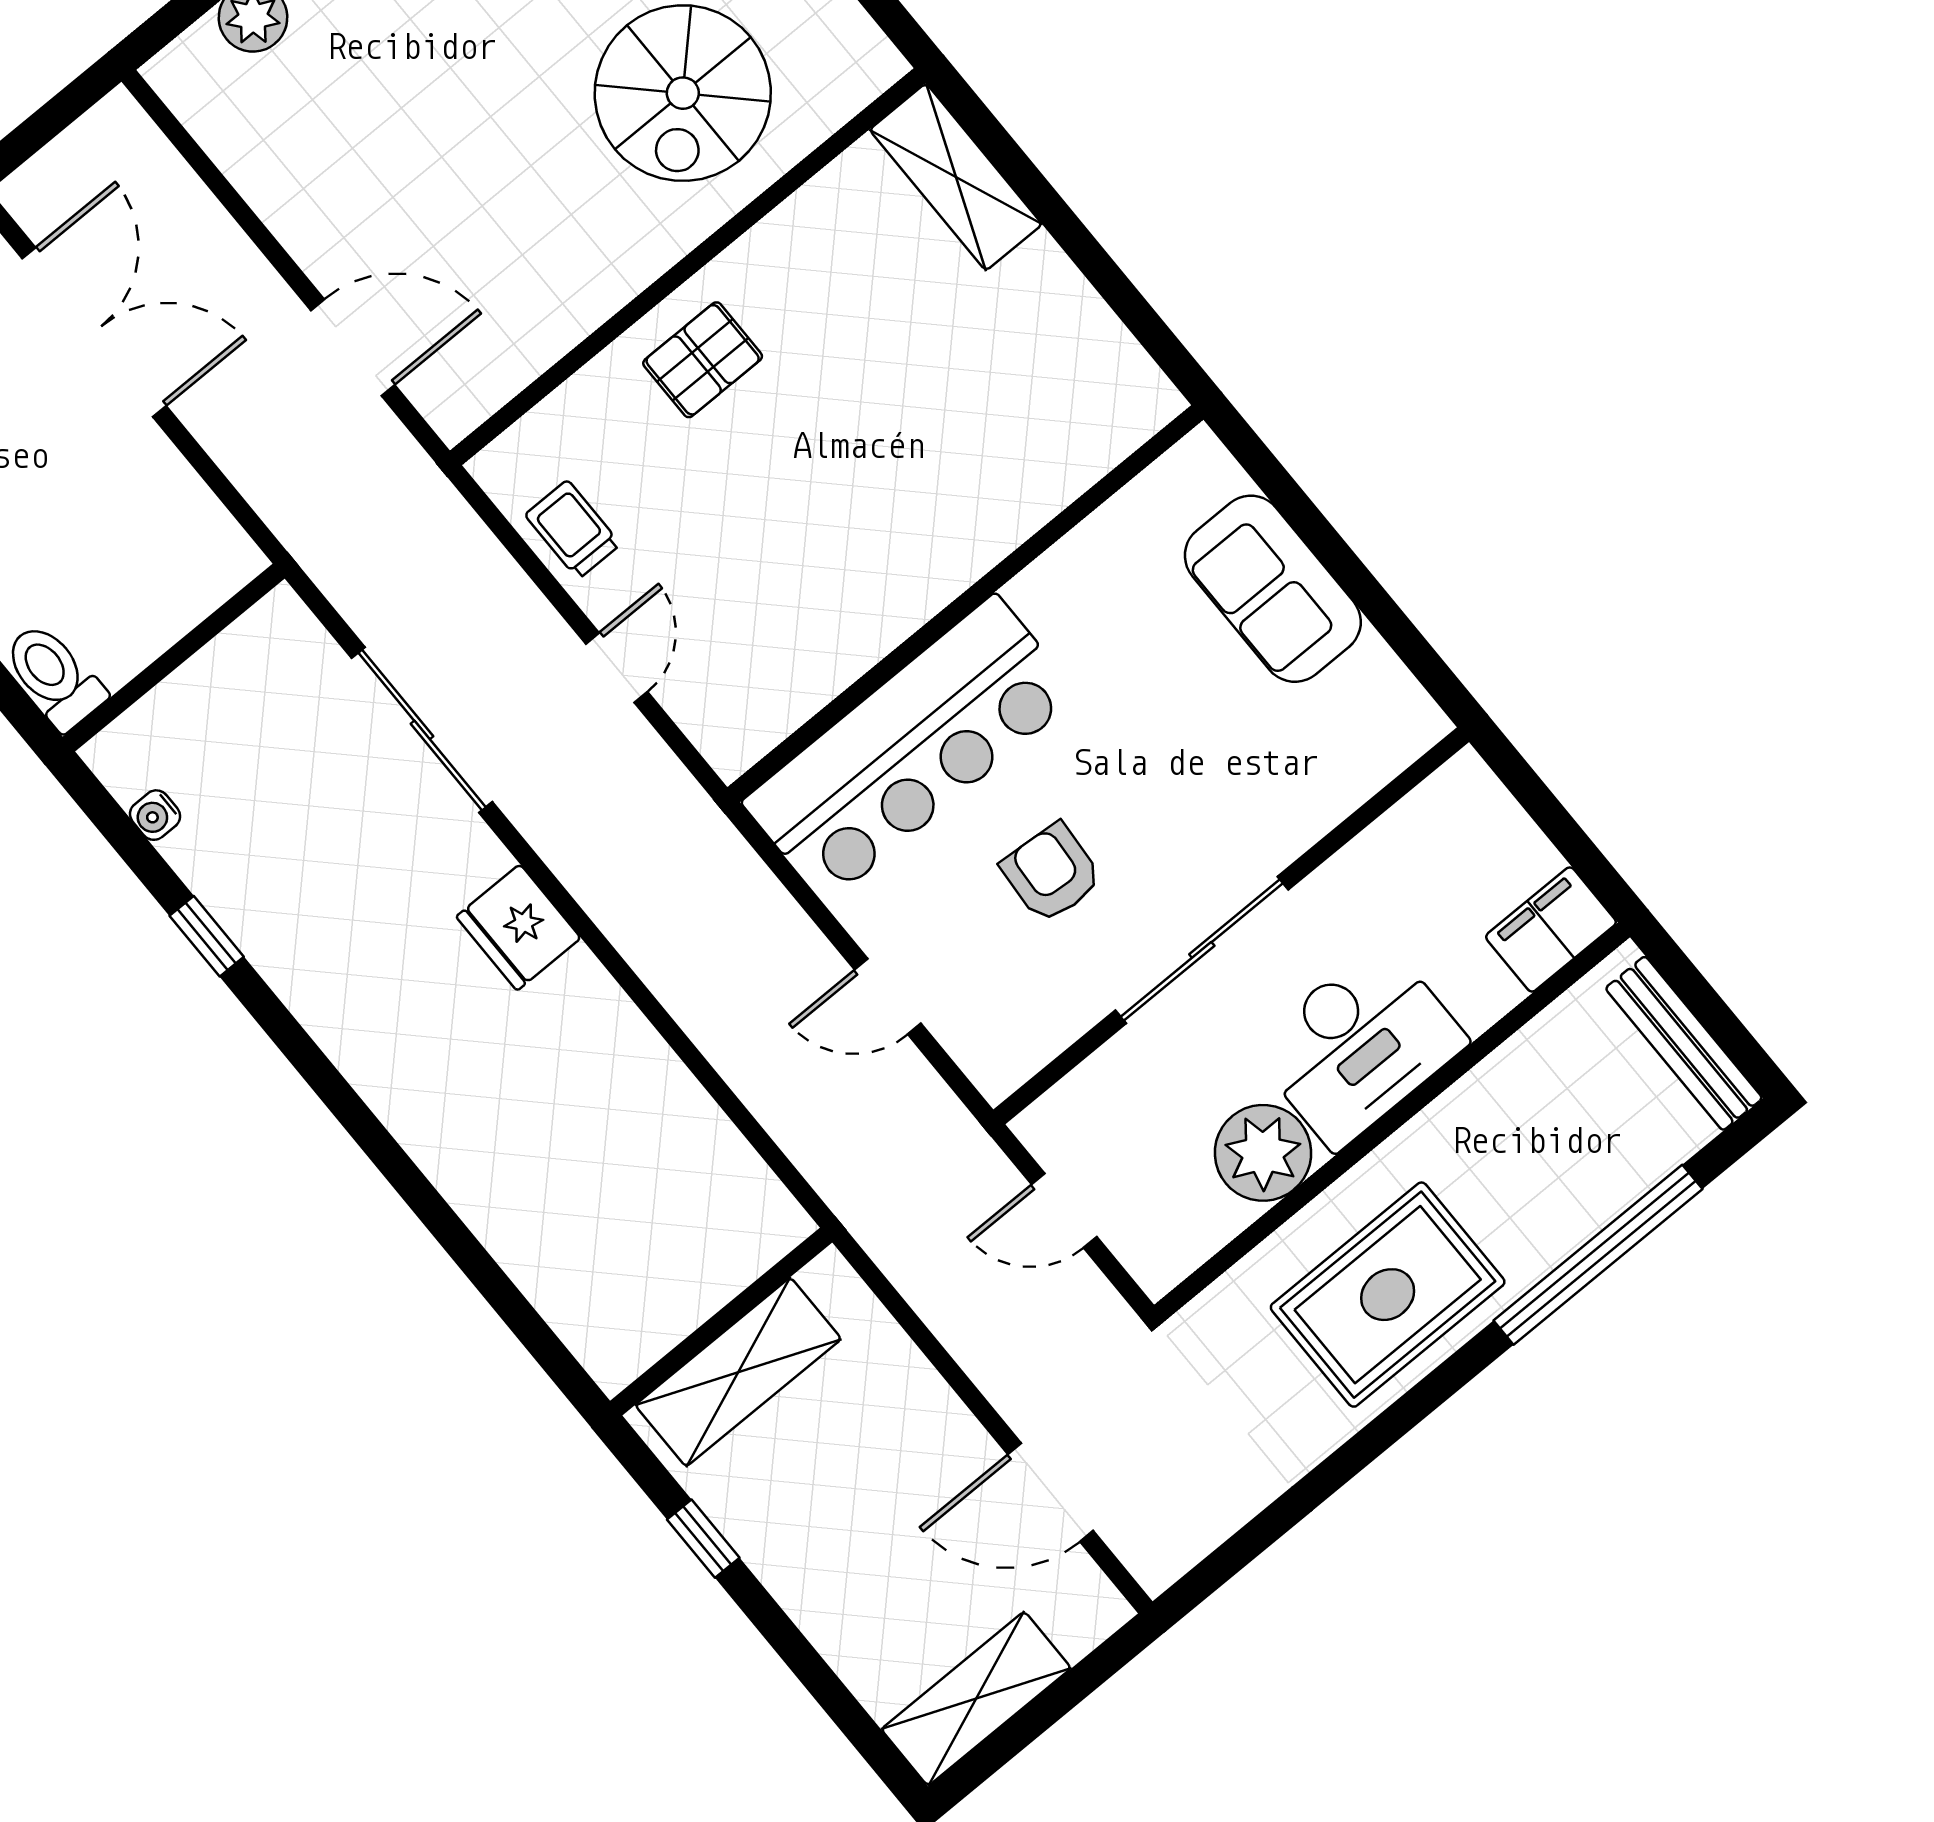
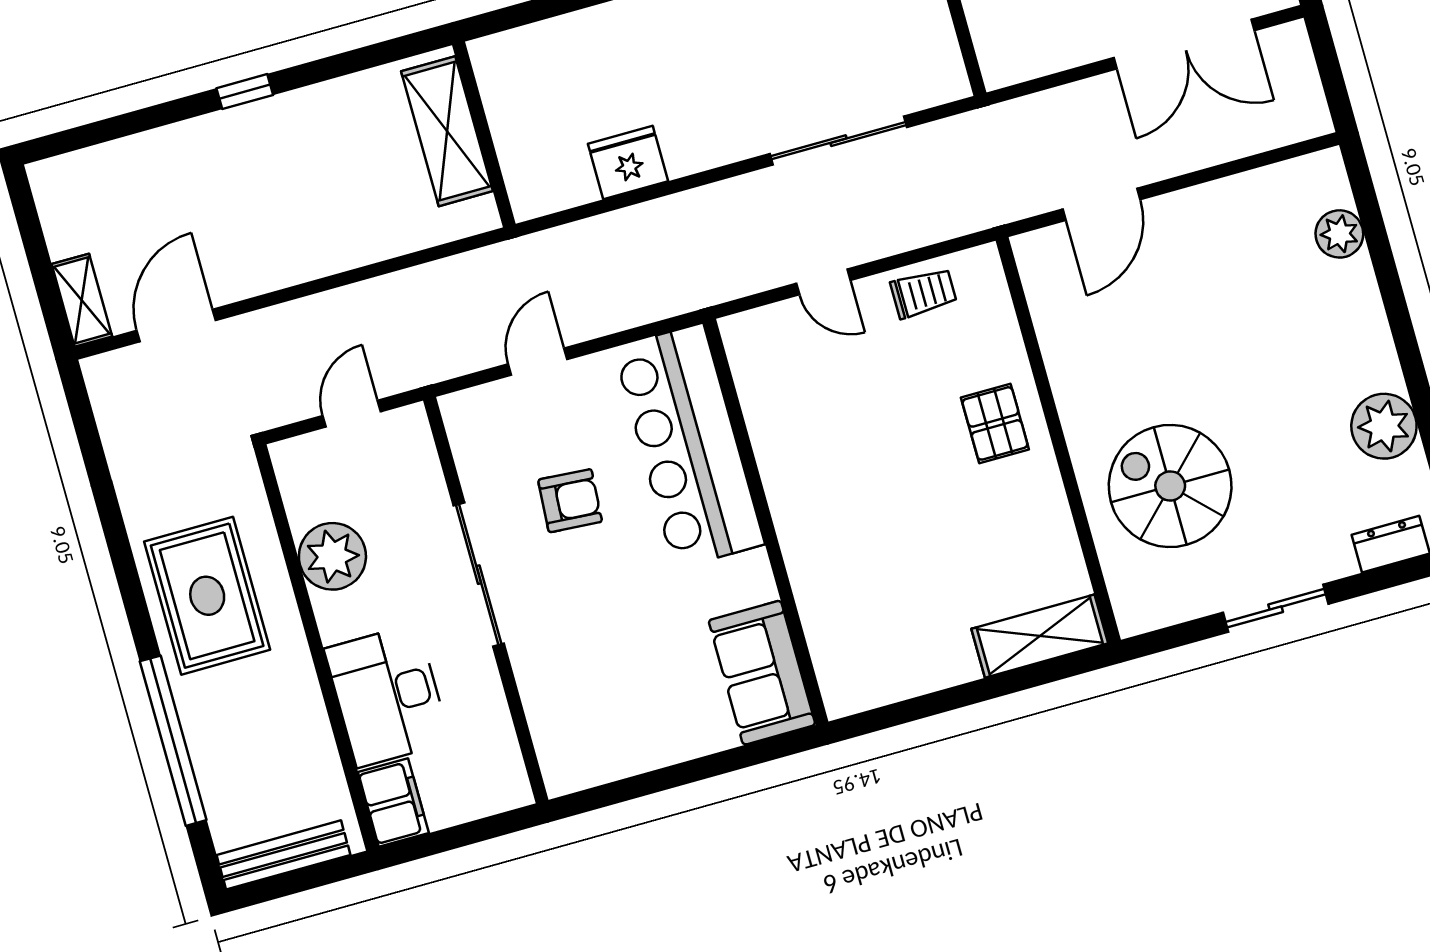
sofa: (1273, 589) -> (762, 673), moved, turned -90
fridge: (519, 927) -> (628, 162), moved
desk: (1359, 1045) -> (387, 695), moved
wall: (721, 1322) -> (484, 134), moved
shelving: (738, 1372) -> (447, 131), moved
shelving: (976, 1699) -> (82, 300), moved, width x0.67, depth x0.75

